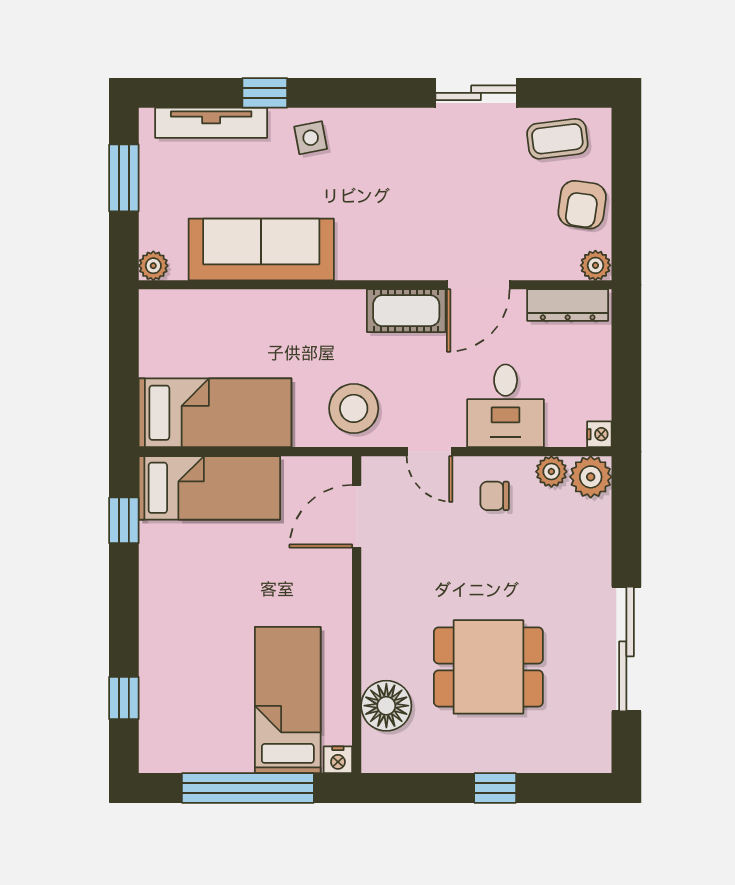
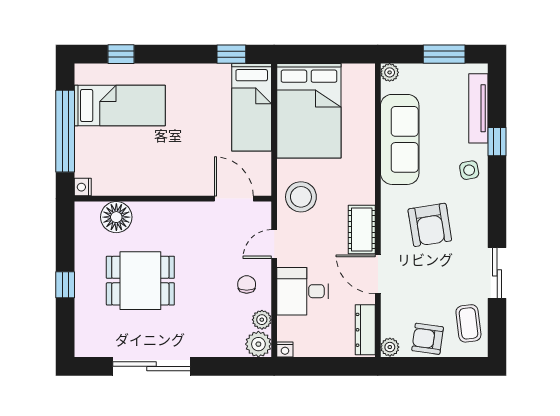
armchair: (399, 201) -> (430, 225), added
bed: (215, 413) -> (309, 111), width x1.50
dining table: (488, 667) -> (140, 281), turned 90
bed: (288, 700) -> (120, 106), moved

